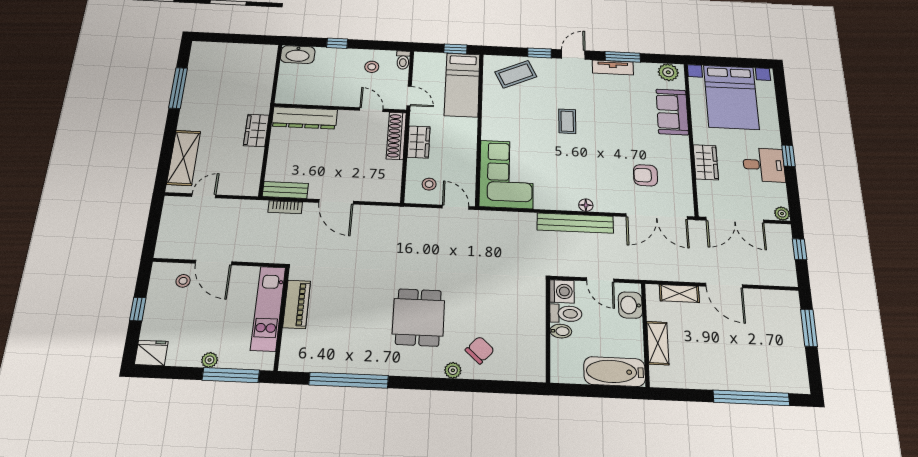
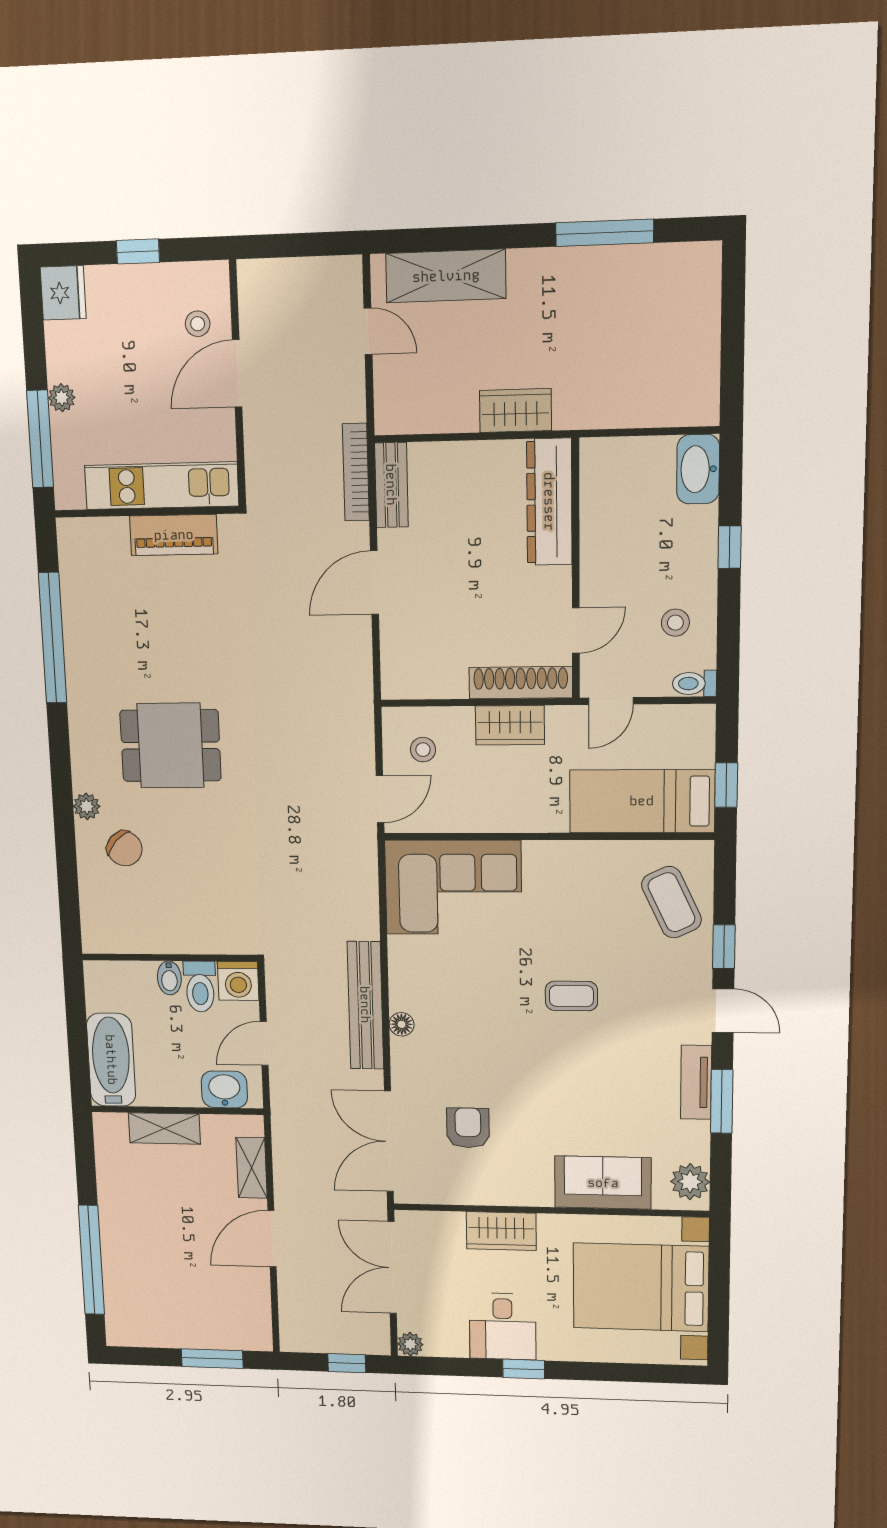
bookcase: (285, 207) -> (356, 472), width x1.56

